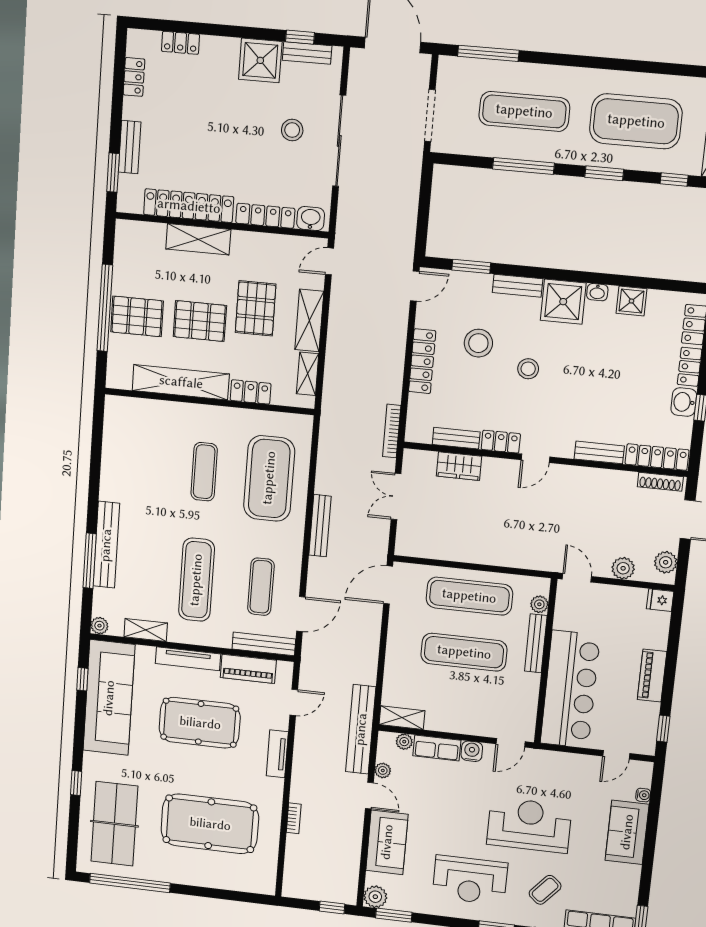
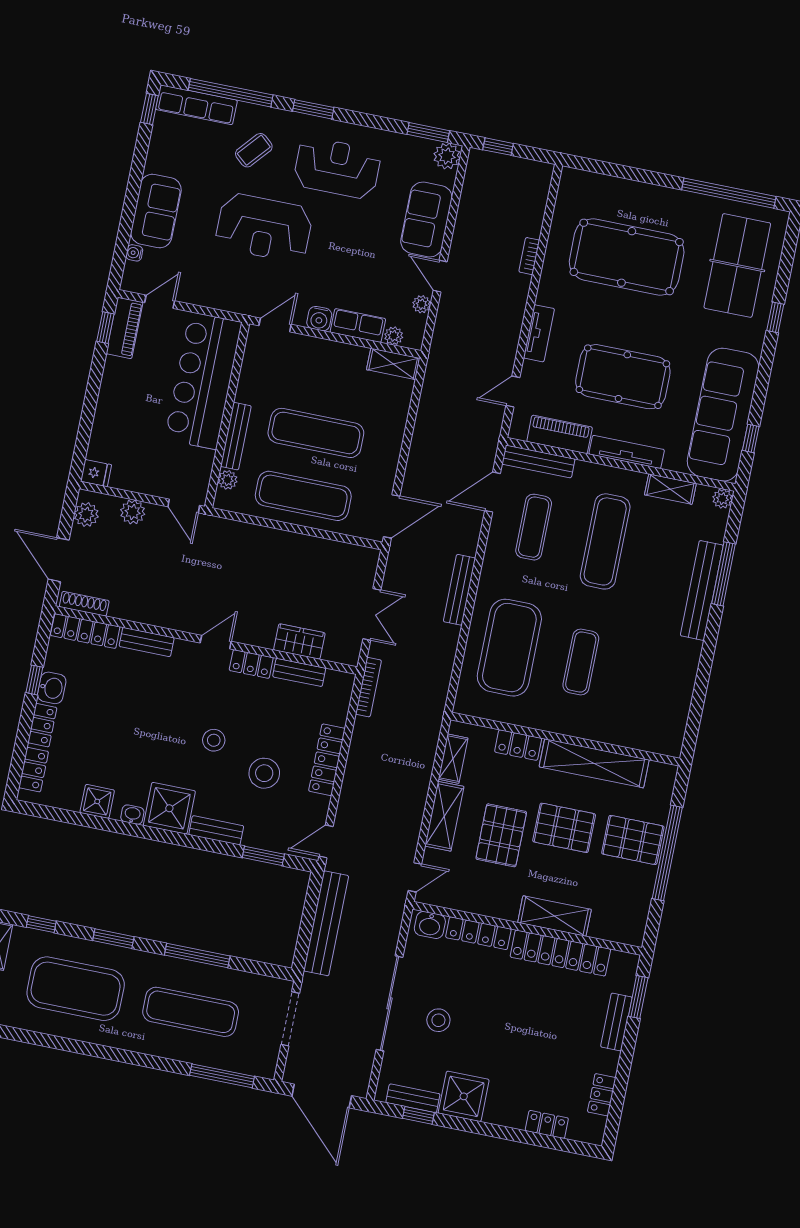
piano: (652, 676) -> (125, 328), moved
bench: (361, 729) -> (326, 923), moved

